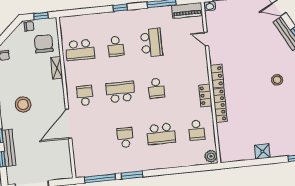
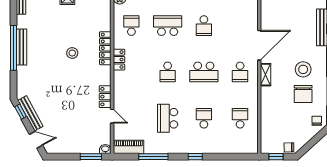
chair: (44, 44) -> (303, 94), moved
school desk: (80, 50) -> (240, 118), width x0.54
shelving: (57, 68) -> (266, 75), moved
locker: (217, 76) -> (105, 97), moved
stool: (277, 80) -> (72, 53), moved
school desk: (156, 88) -> (168, 72), turned 180

